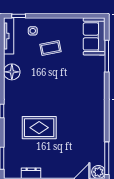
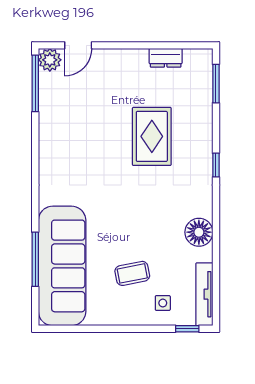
sofa: (94, 36) -> (62, 266), width x1.85, depth x1.27
rug: (39, 128) -> (152, 136), turned 90

